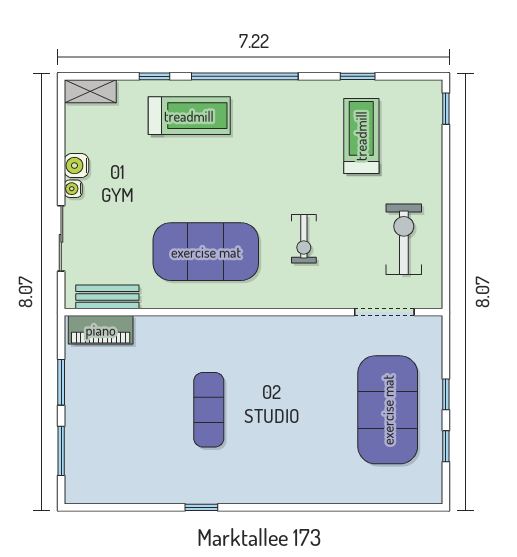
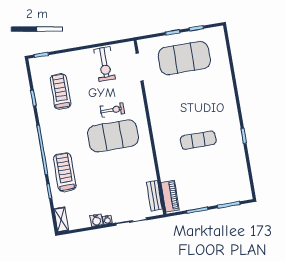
treadmill: (361, 136) -> (60, 92), turned 90
exercise bike: (404, 239) -> (105, 64), turned -90
exercise mat: (206, 252) -> (113, 136), moved, turned 90

